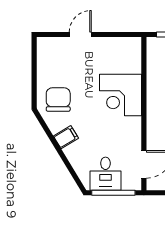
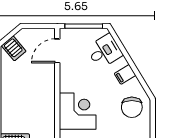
desk: (105, 174) -> (104, 51), moved, turned 59

